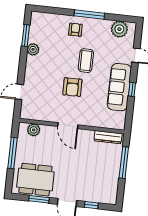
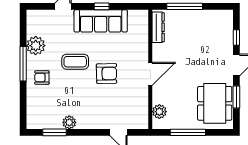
plant: (119, 29) -> (36, 46), moved

